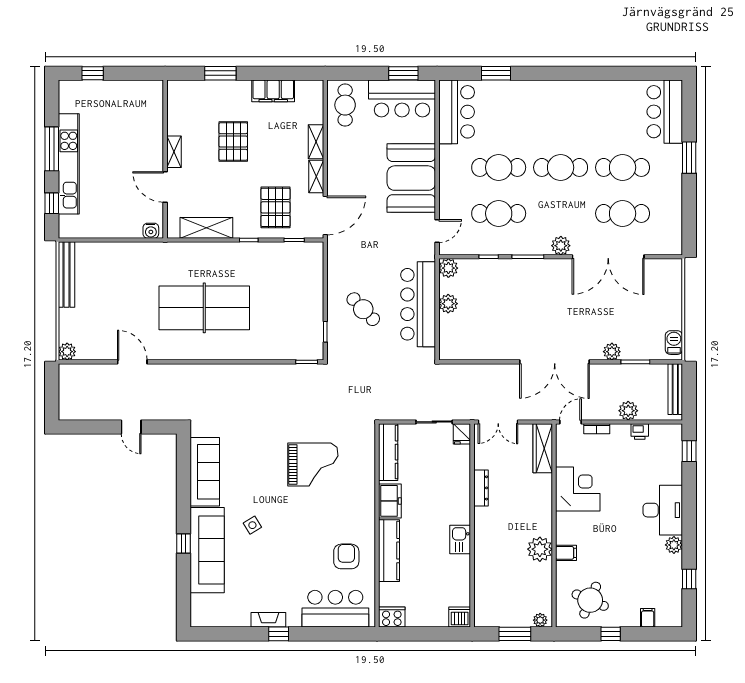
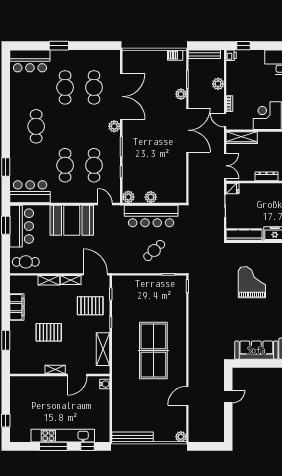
cafe table: (561, 167) -> (36, 126), moved
printer: (640, 432) -> (231, 55), moved

